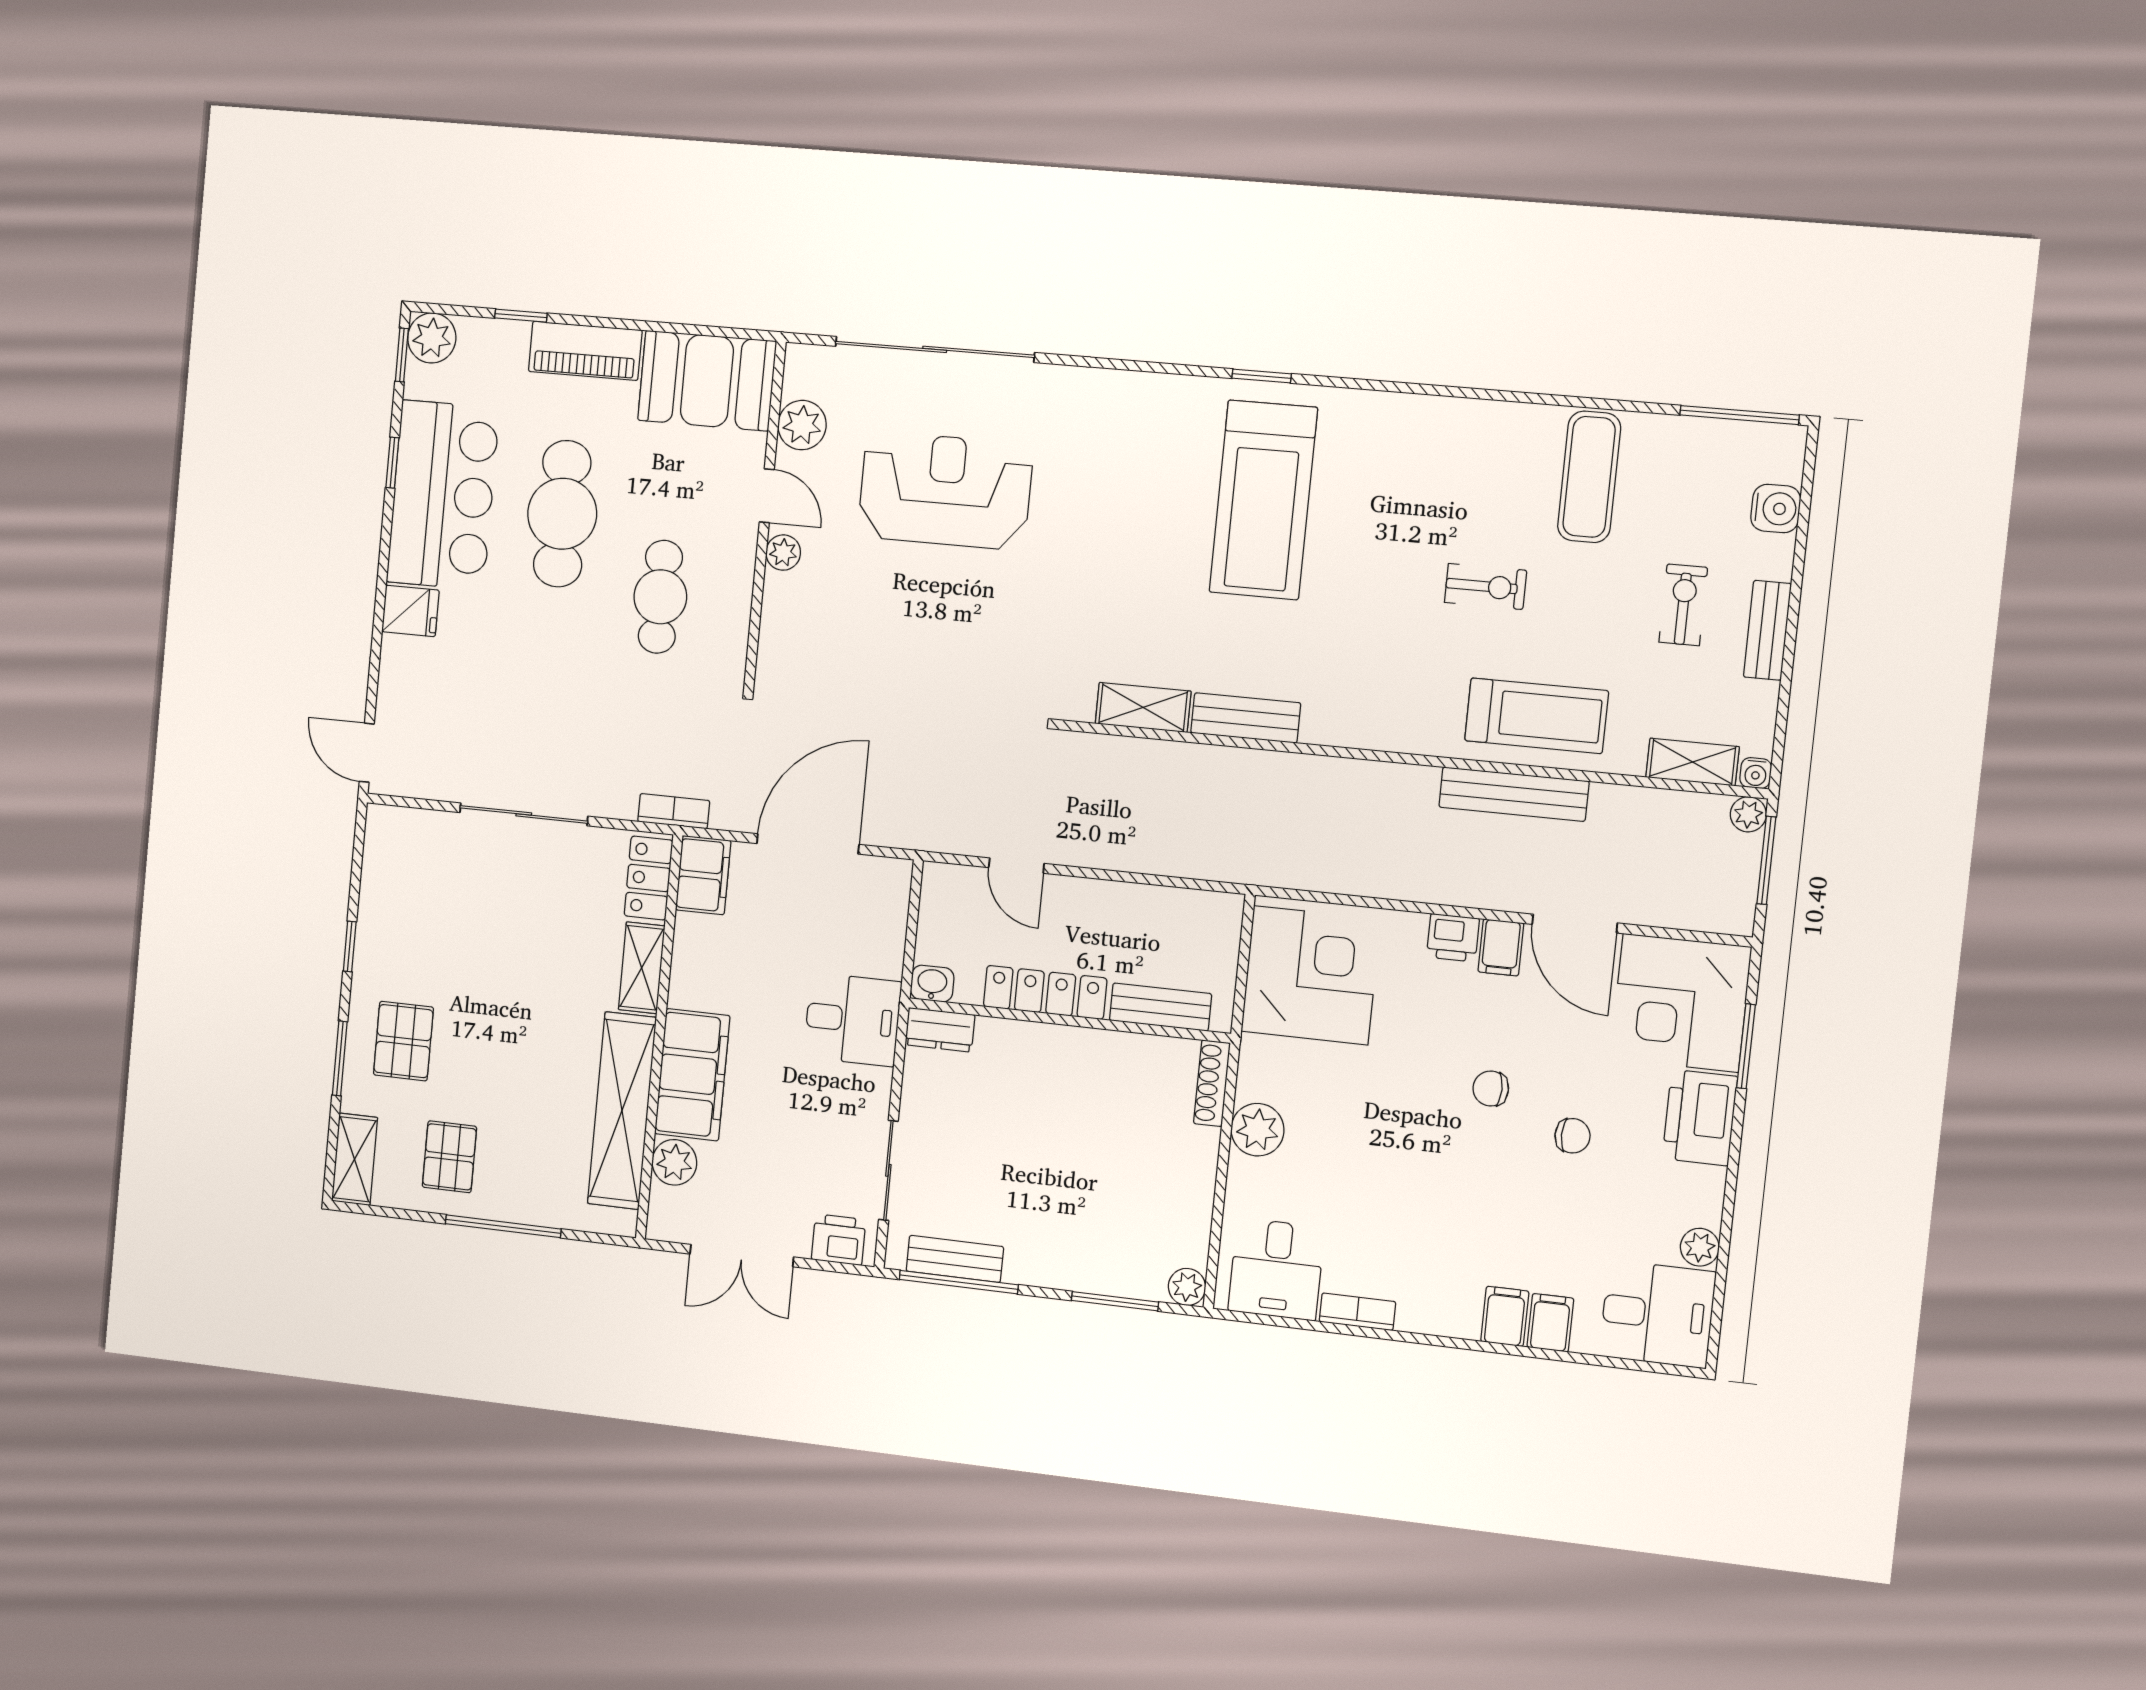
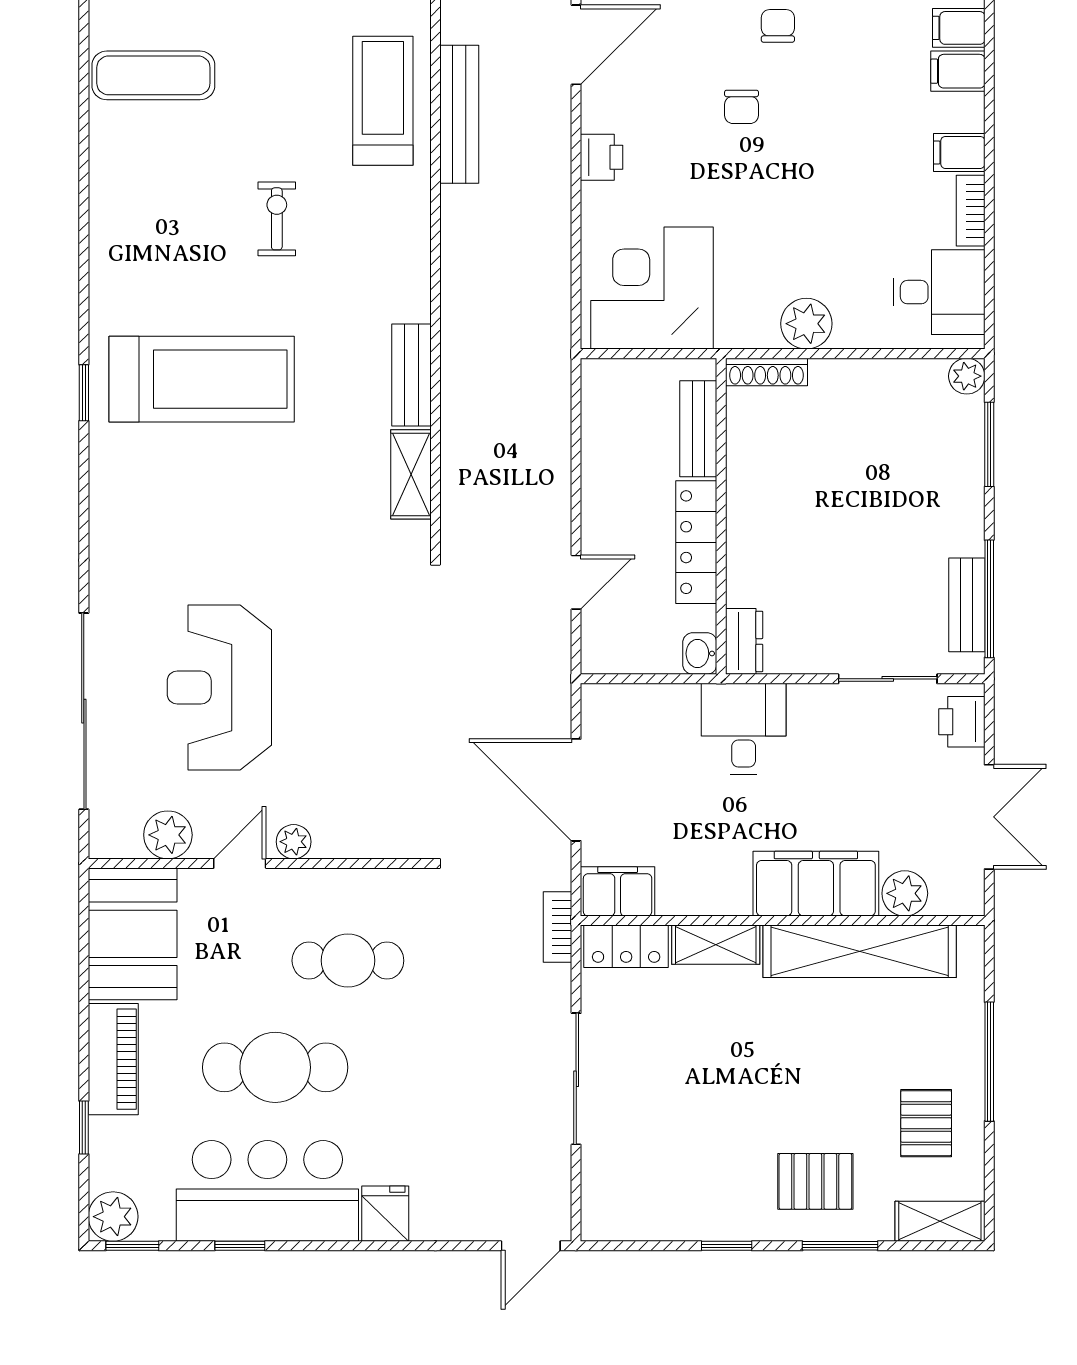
exercise bike: (1486, 586) -> (277, 219), moved
filing cabinet: (1501, 947) -> (959, 152), moved, turned 180
pallet: (449, 1157) -> (926, 1123), turned 90

